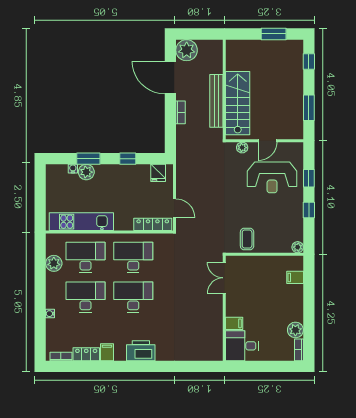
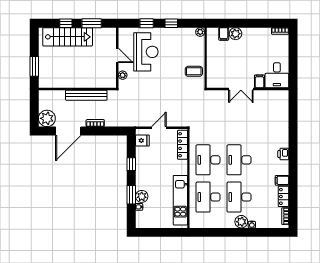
window: (274, 34) -> (34, 66), moved
window: (309, 62) -> (66, 23), moved
stairs: (238, 103) -> (68, 37), moved, turned 180
door: (174, 208) -> (159, 128), moved
plant: (54, 263) -> (241, 222), moved
double door: (224, 278) -> (241, 89), moved
plant: (295, 330) -> (236, 34), moved
printer: (141, 351) -> (283, 154), width x0.53, depth x0.68

